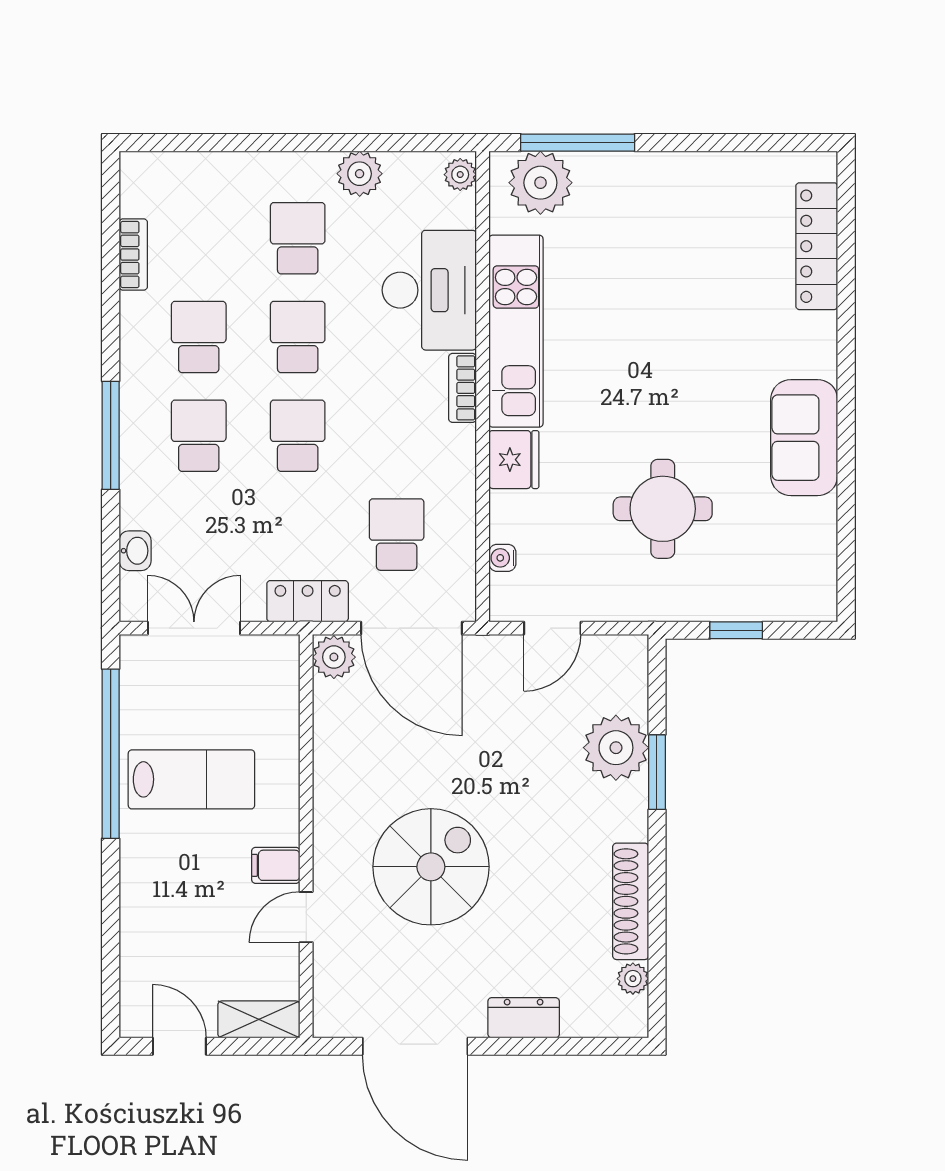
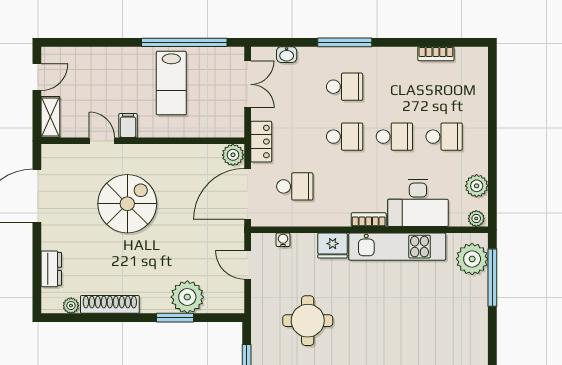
plant: (360, 174) -> (477, 186), moved
school desk: (199, 337) -> (394, 87), removed
spiral stairs: (431, 867) -> (127, 204), turned -90
dresser: (524, 1018) -> (51, 269), moved

